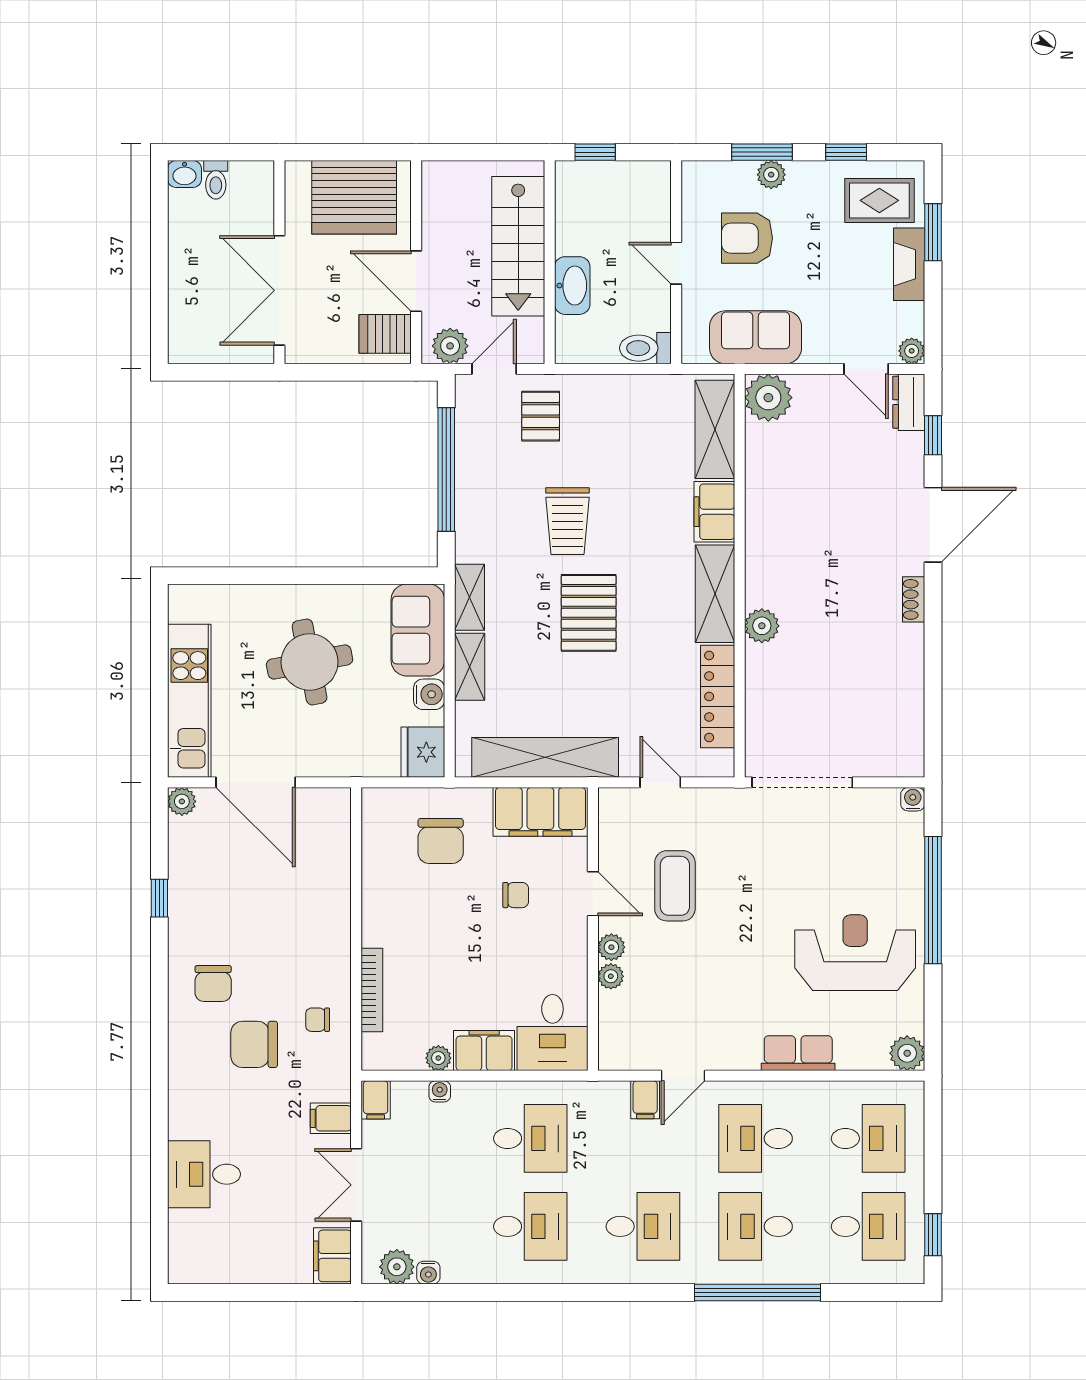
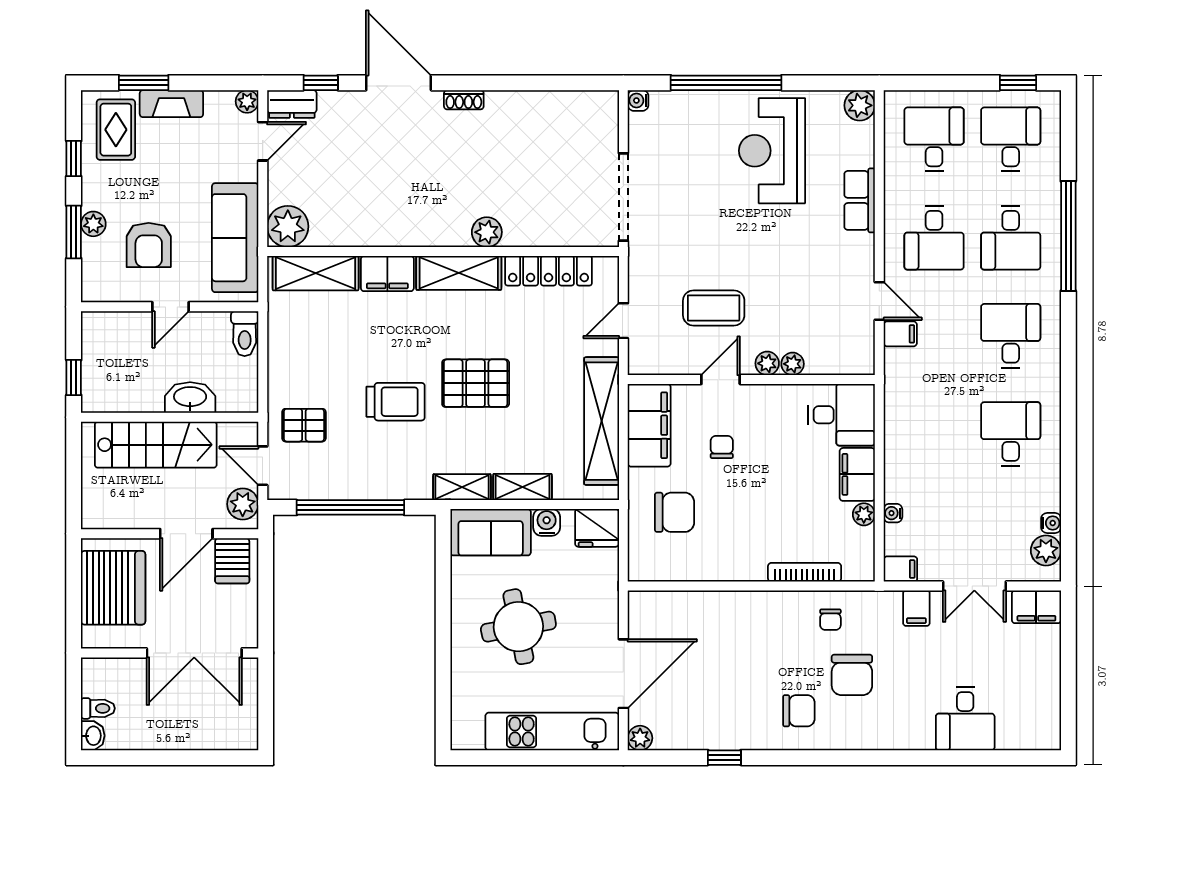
sofa: (756, 337) -> (235, 238), width x1.36
desk: (530, 1138) -> (934, 434), removed

